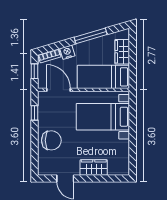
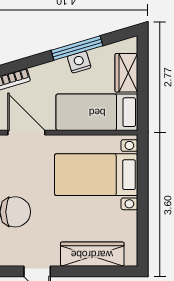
nightstand: (67, 52) -> (79, 62), moved
wardrobe: (94, 167) -> (92, 254), width x1.50

